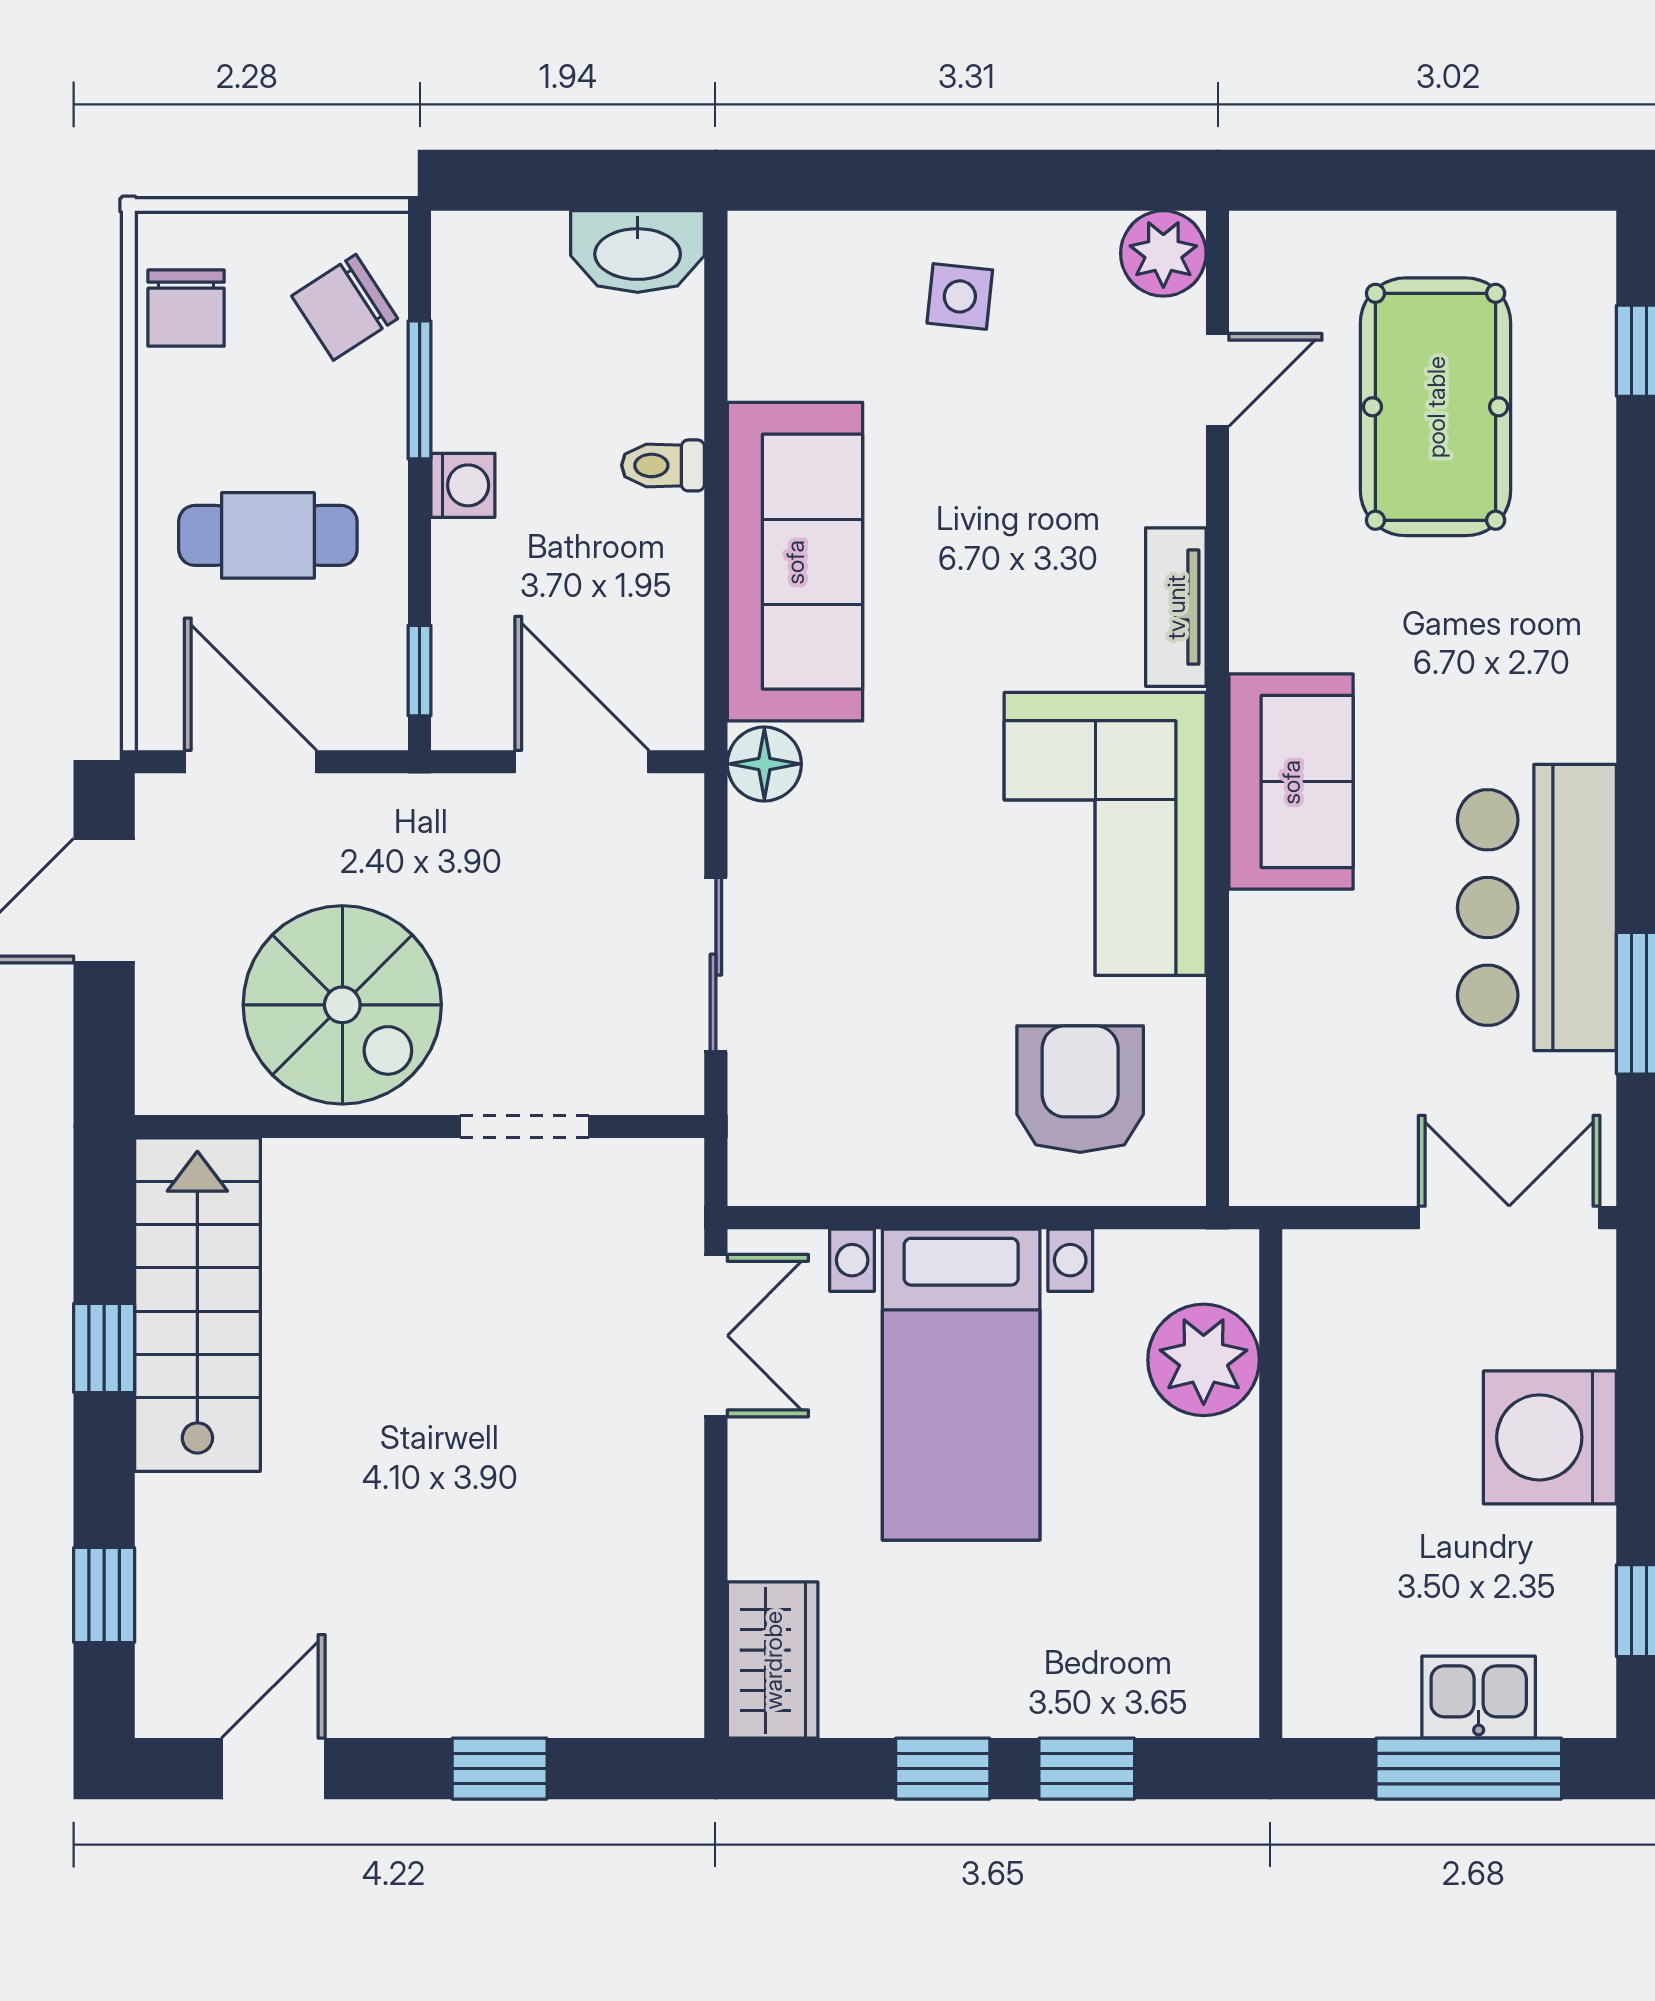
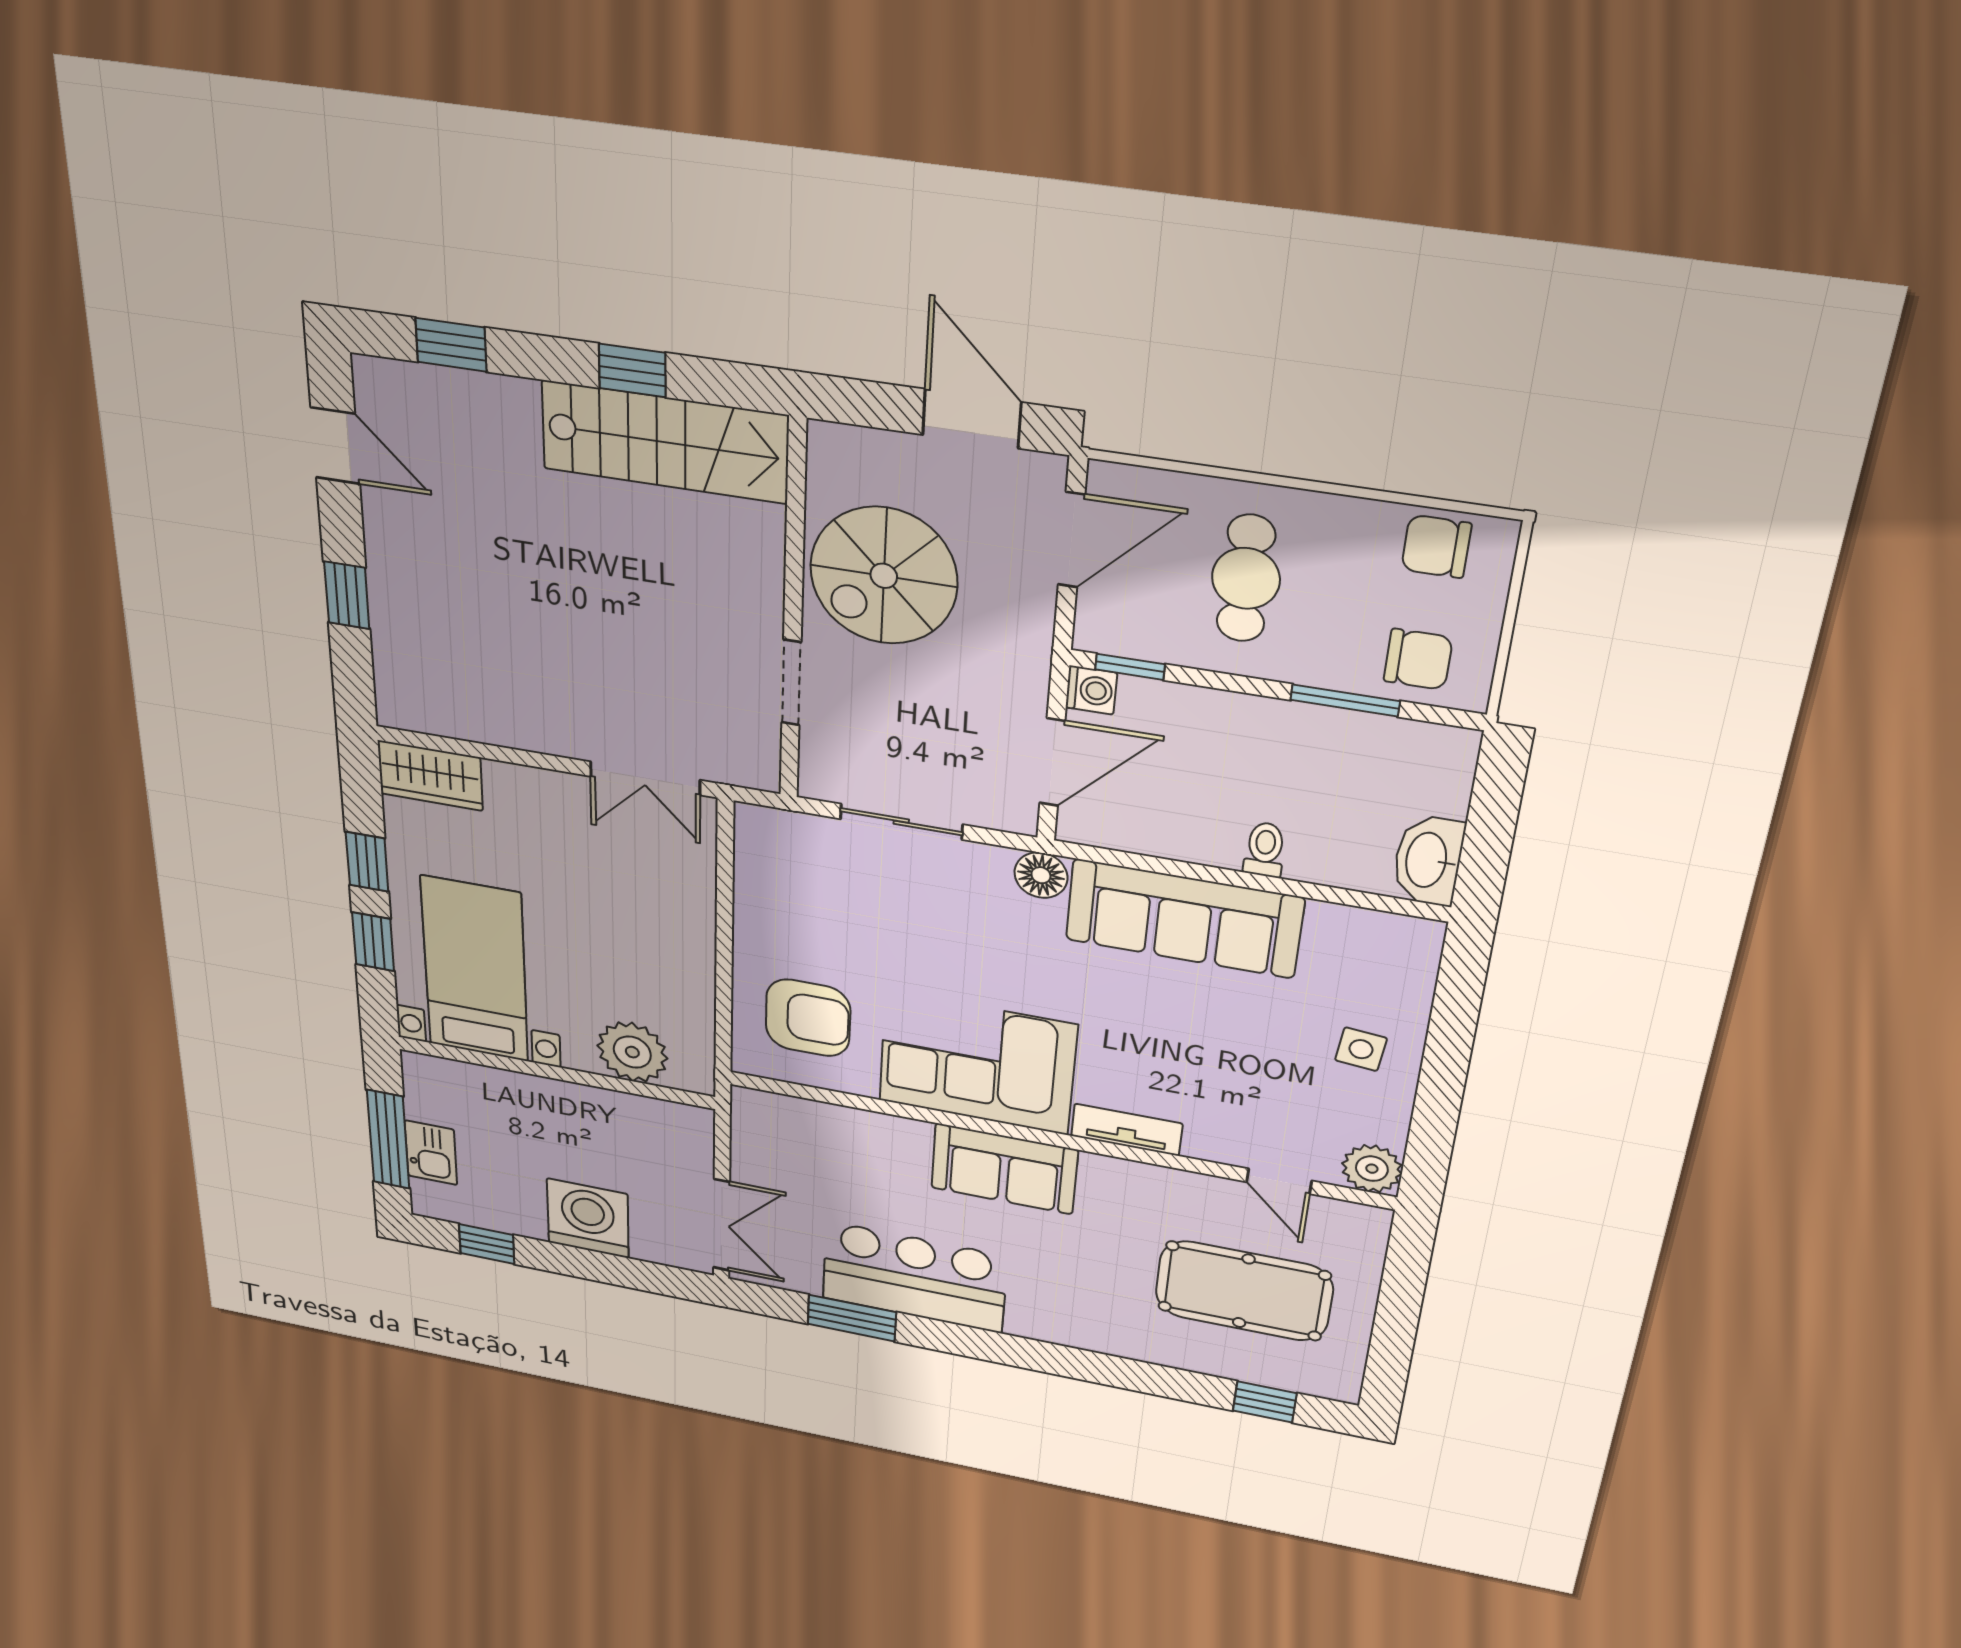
chair: (345, 307) -> (1418, 659), turned 123
washing machine: (463, 485) -> (1091, 690), moved, turned -90
bed with nightstands: (961, 1385) -> (475, 970), moved, turned 90

